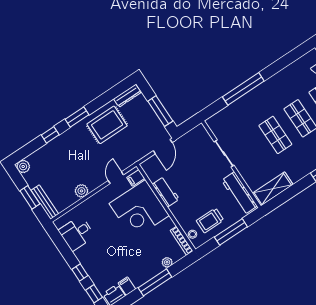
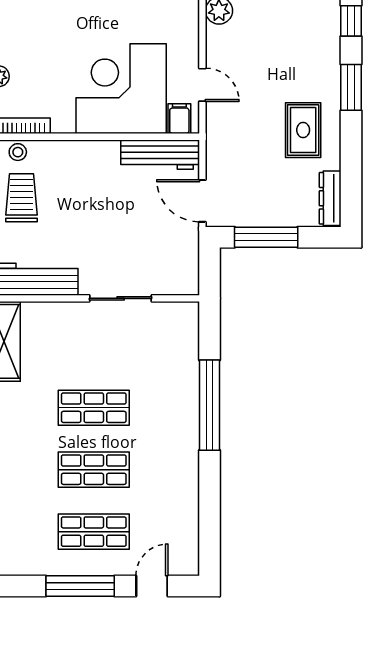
rug: (107, 125) -> (303, 130), width x0.73, depth x0.70
workbench: (166, 192) -> (160, 155), moved, width x1.38

